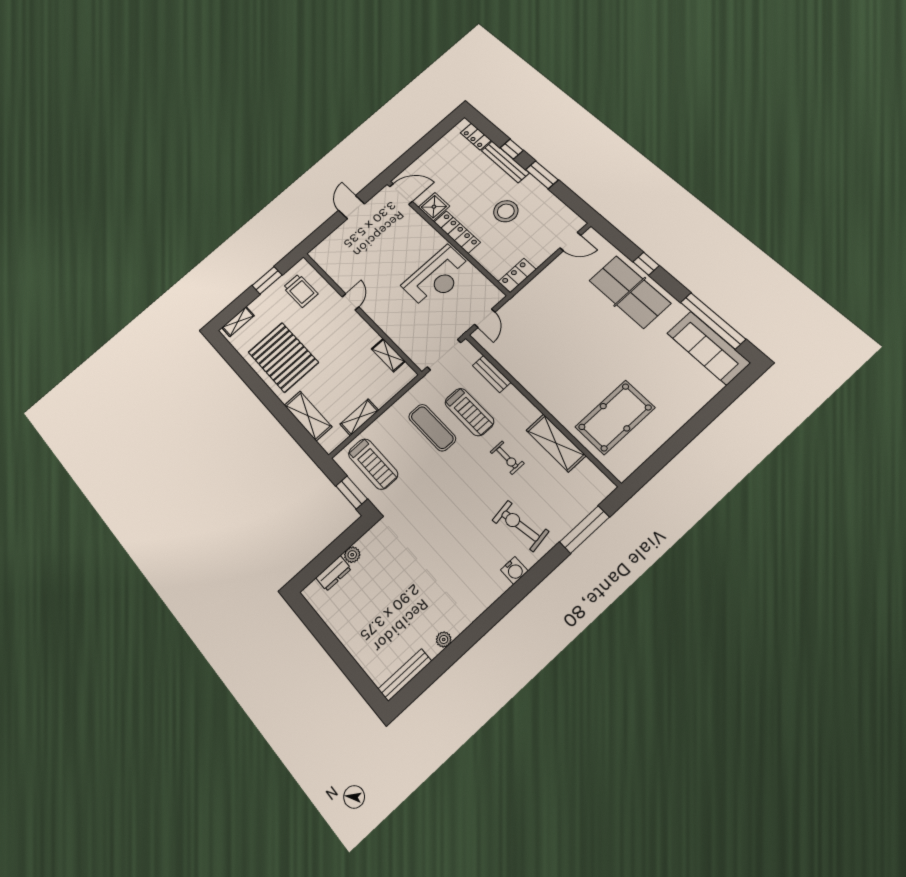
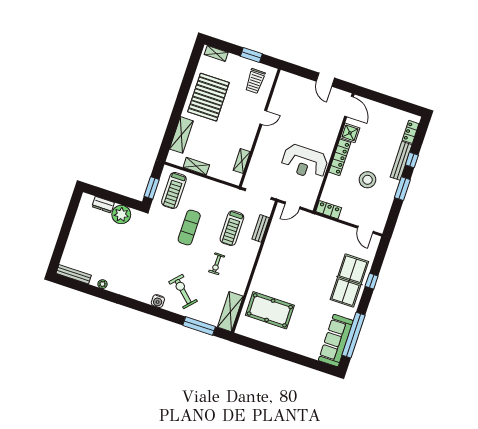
door: (352, 207) -> (325, 80), swing flipped
exercise mat: (432, 428) -> (189, 228), moved
shelving: (556, 443) -> (230, 312), moved
exercise bike: (520, 526) -> (183, 292), turned -38
plant: (352, 555) -> (121, 215), width x1.88, depth x1.88

